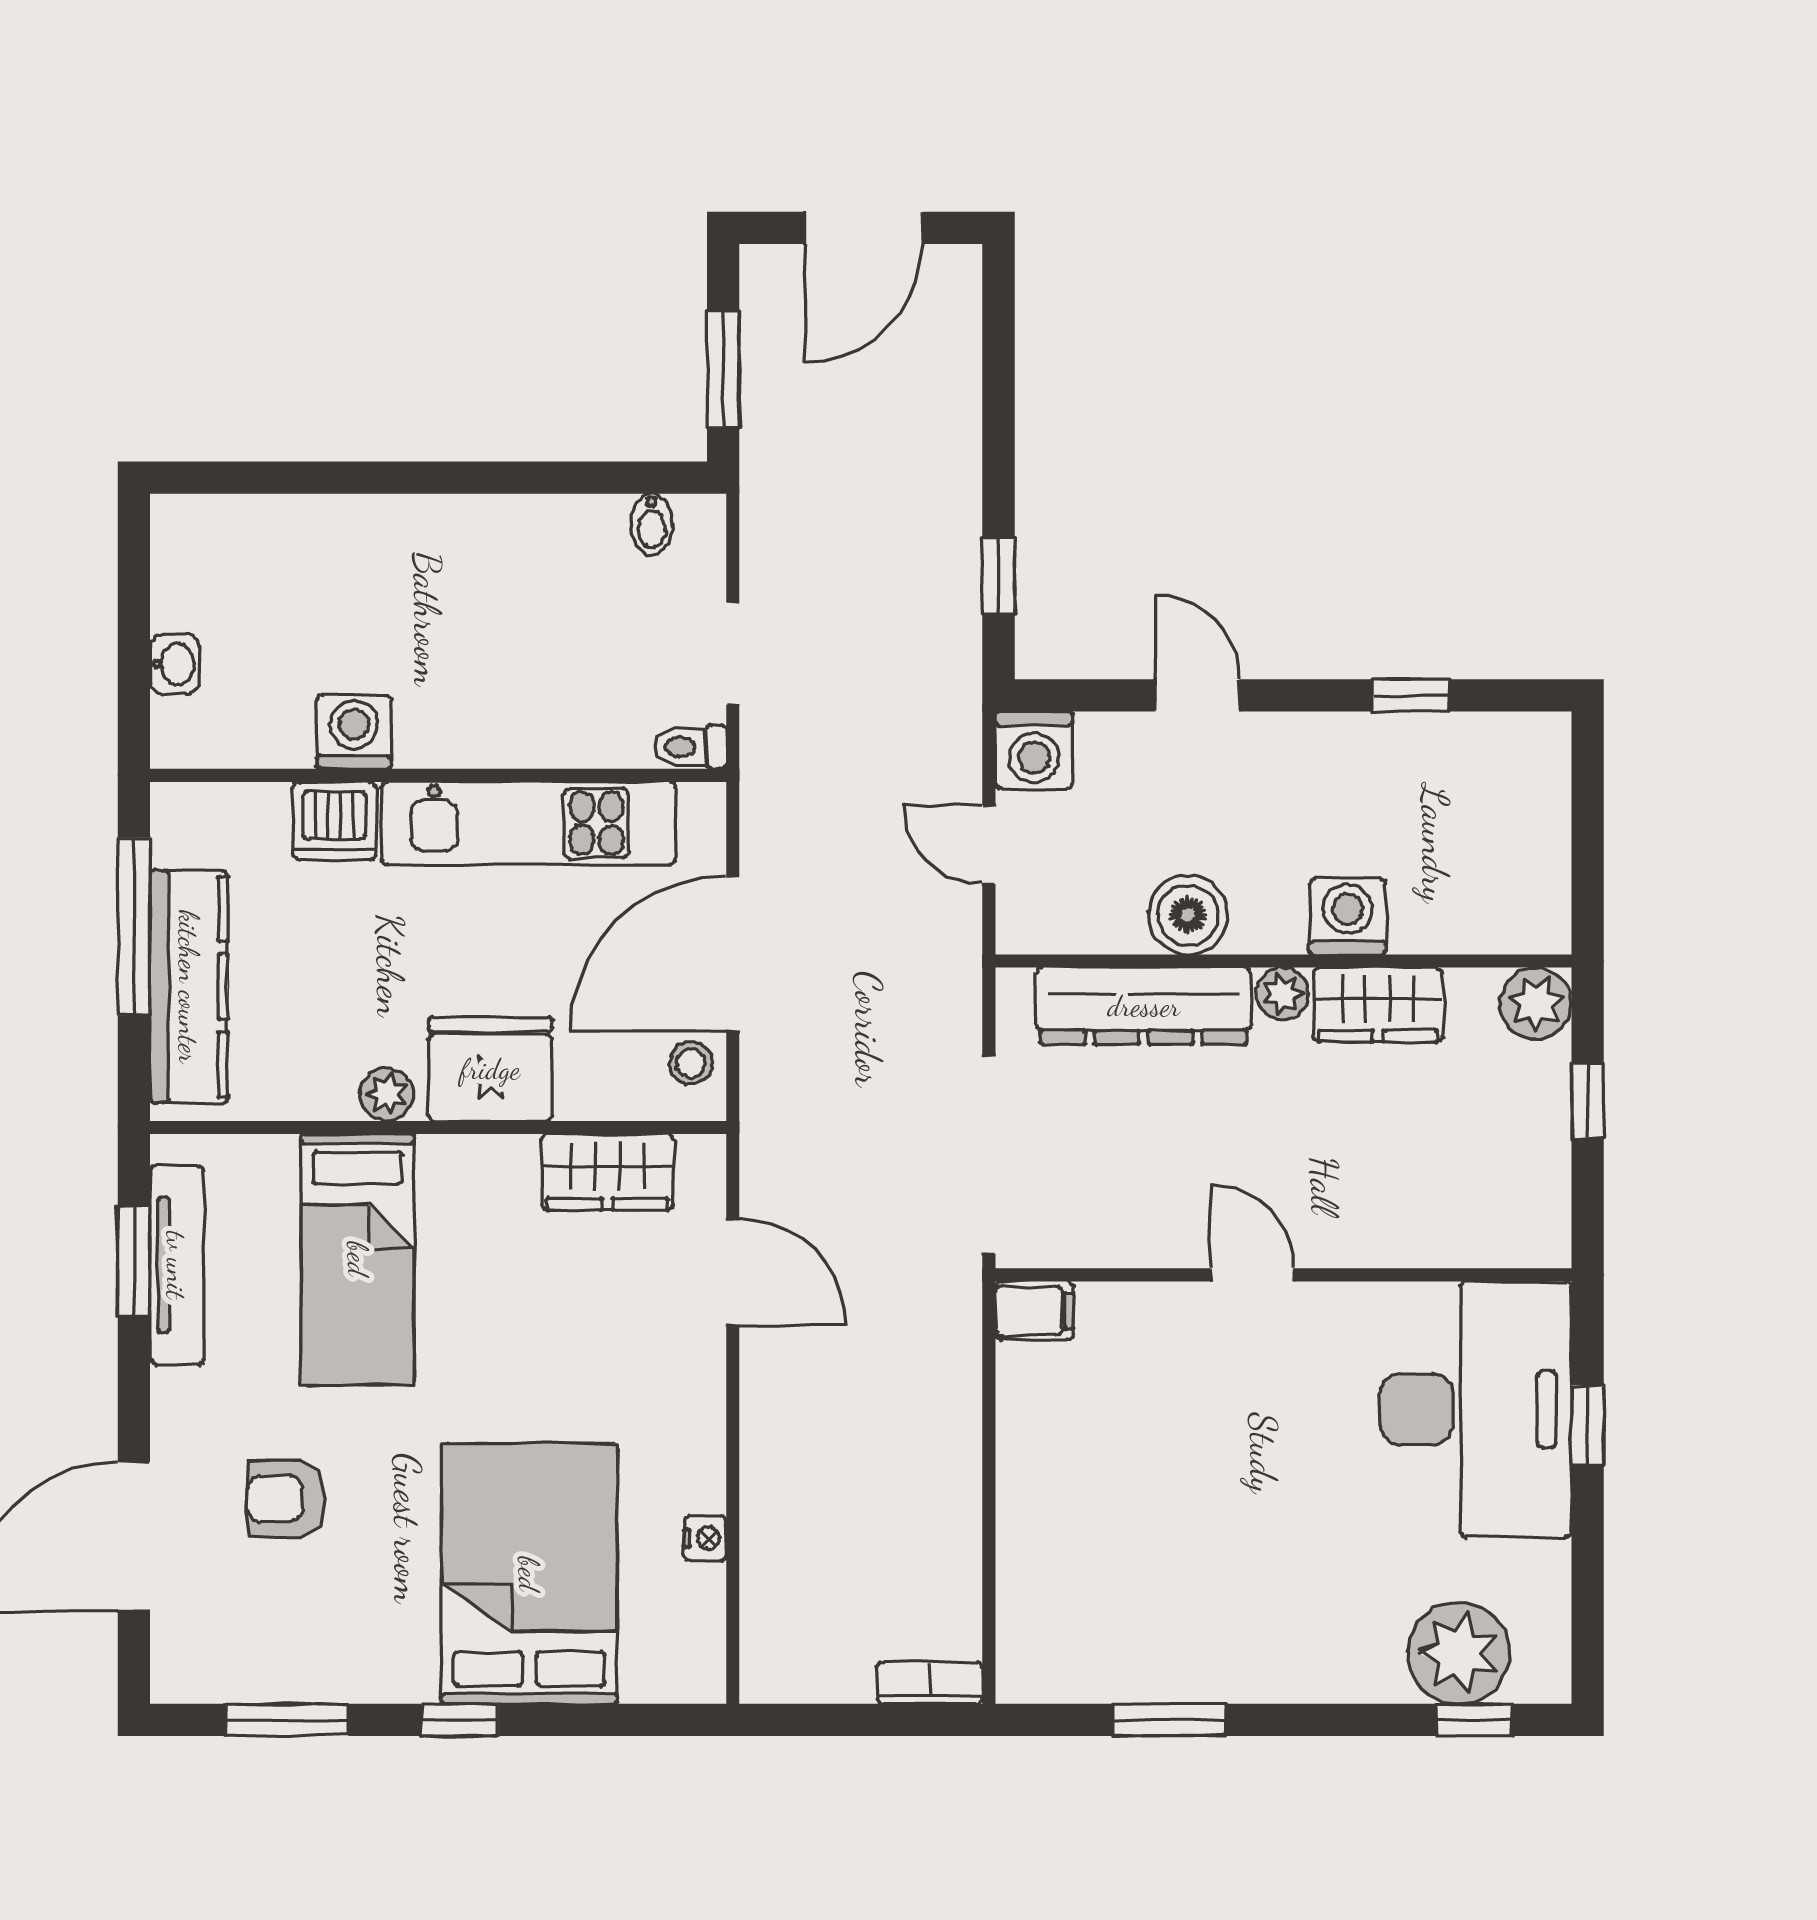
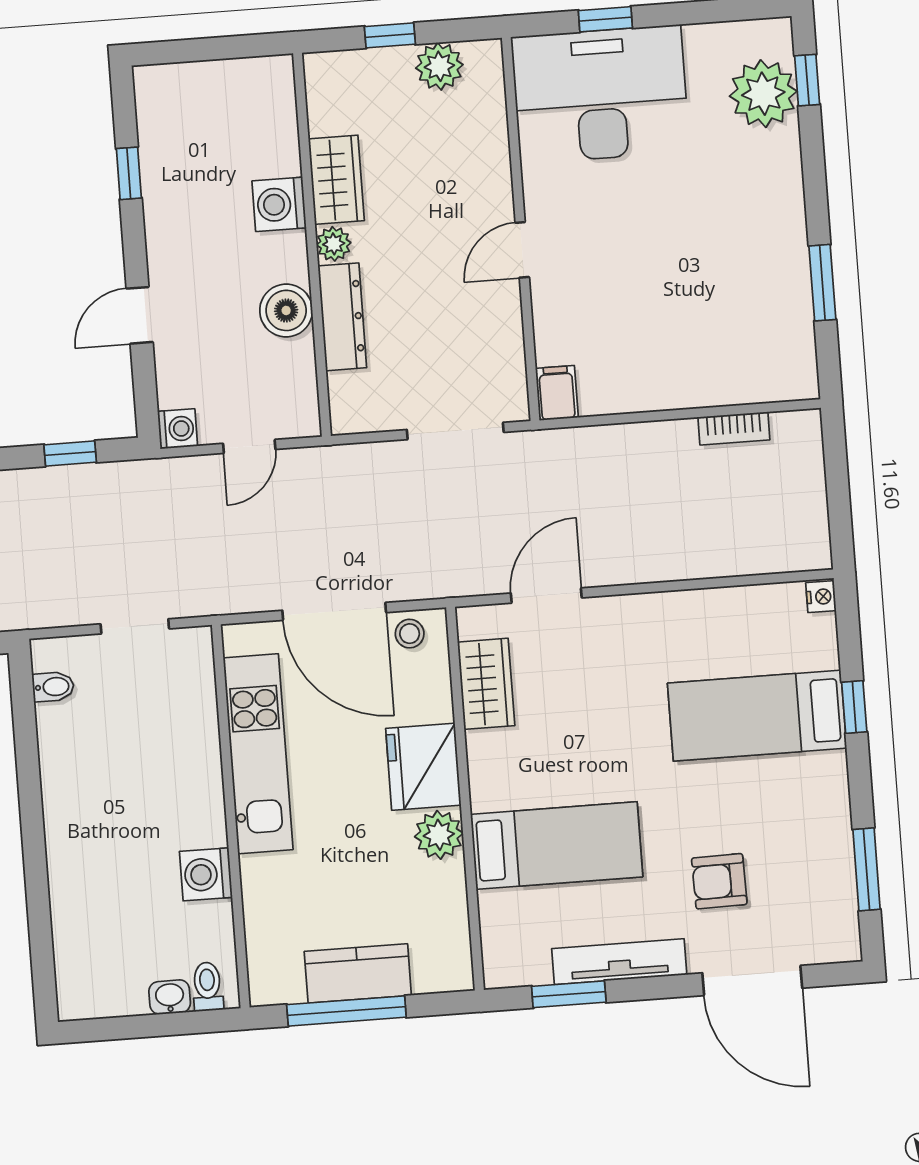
toilet: (690, 747) -> (207, 987), moved, turned 180
washing machine: (1034, 750) -> (178, 429), width x0.73, depth x0.73
dishwasher: (334, 821) -> (266, 883), removed
kitchen counter: (189, 987) -> (358, 973), width x0.67
plant: (1536, 1003) -> (439, 66), moved
dresser: (1144, 1006) -> (342, 317), width x0.73, depth x0.80
plant: (387, 1095) -> (439, 835), width x1.38, depth x1.38
doorway: (989, 1154) -> (455, 431), width x0.73
tv unit: (177, 1265) -> (619, 962), moved
armchair: (286, 1499) -> (719, 881), turned 89
nightstand: (705, 1538) -> (821, 597), moved, turned 90
bed: (529, 1574) -> (757, 716), width x0.67
bookcase: (930, 1683) -> (734, 428), moved, turned -90
window: (460, 1720) -> (854, 707), moved

